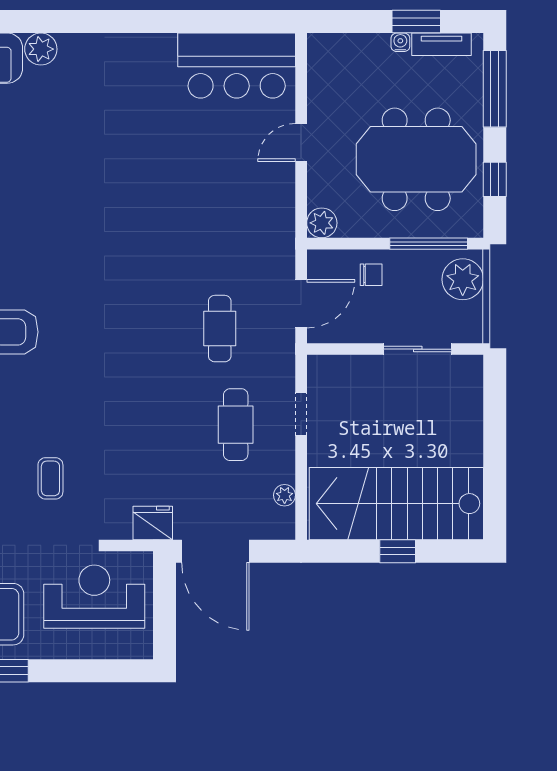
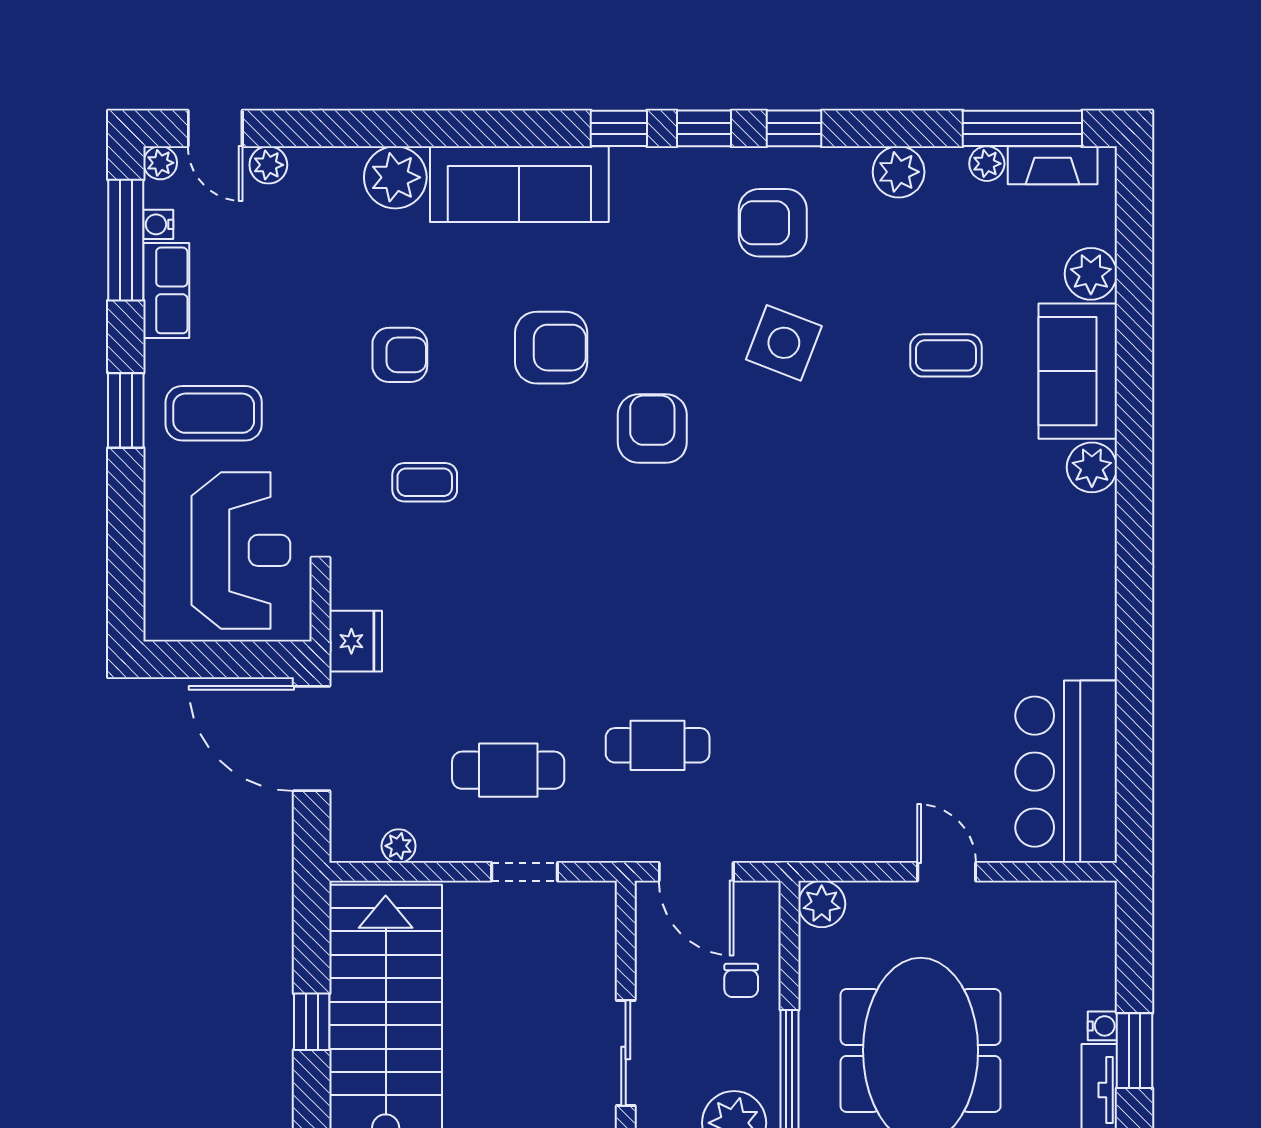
door: (215, 551) -> (312, 739), hinge flipped

